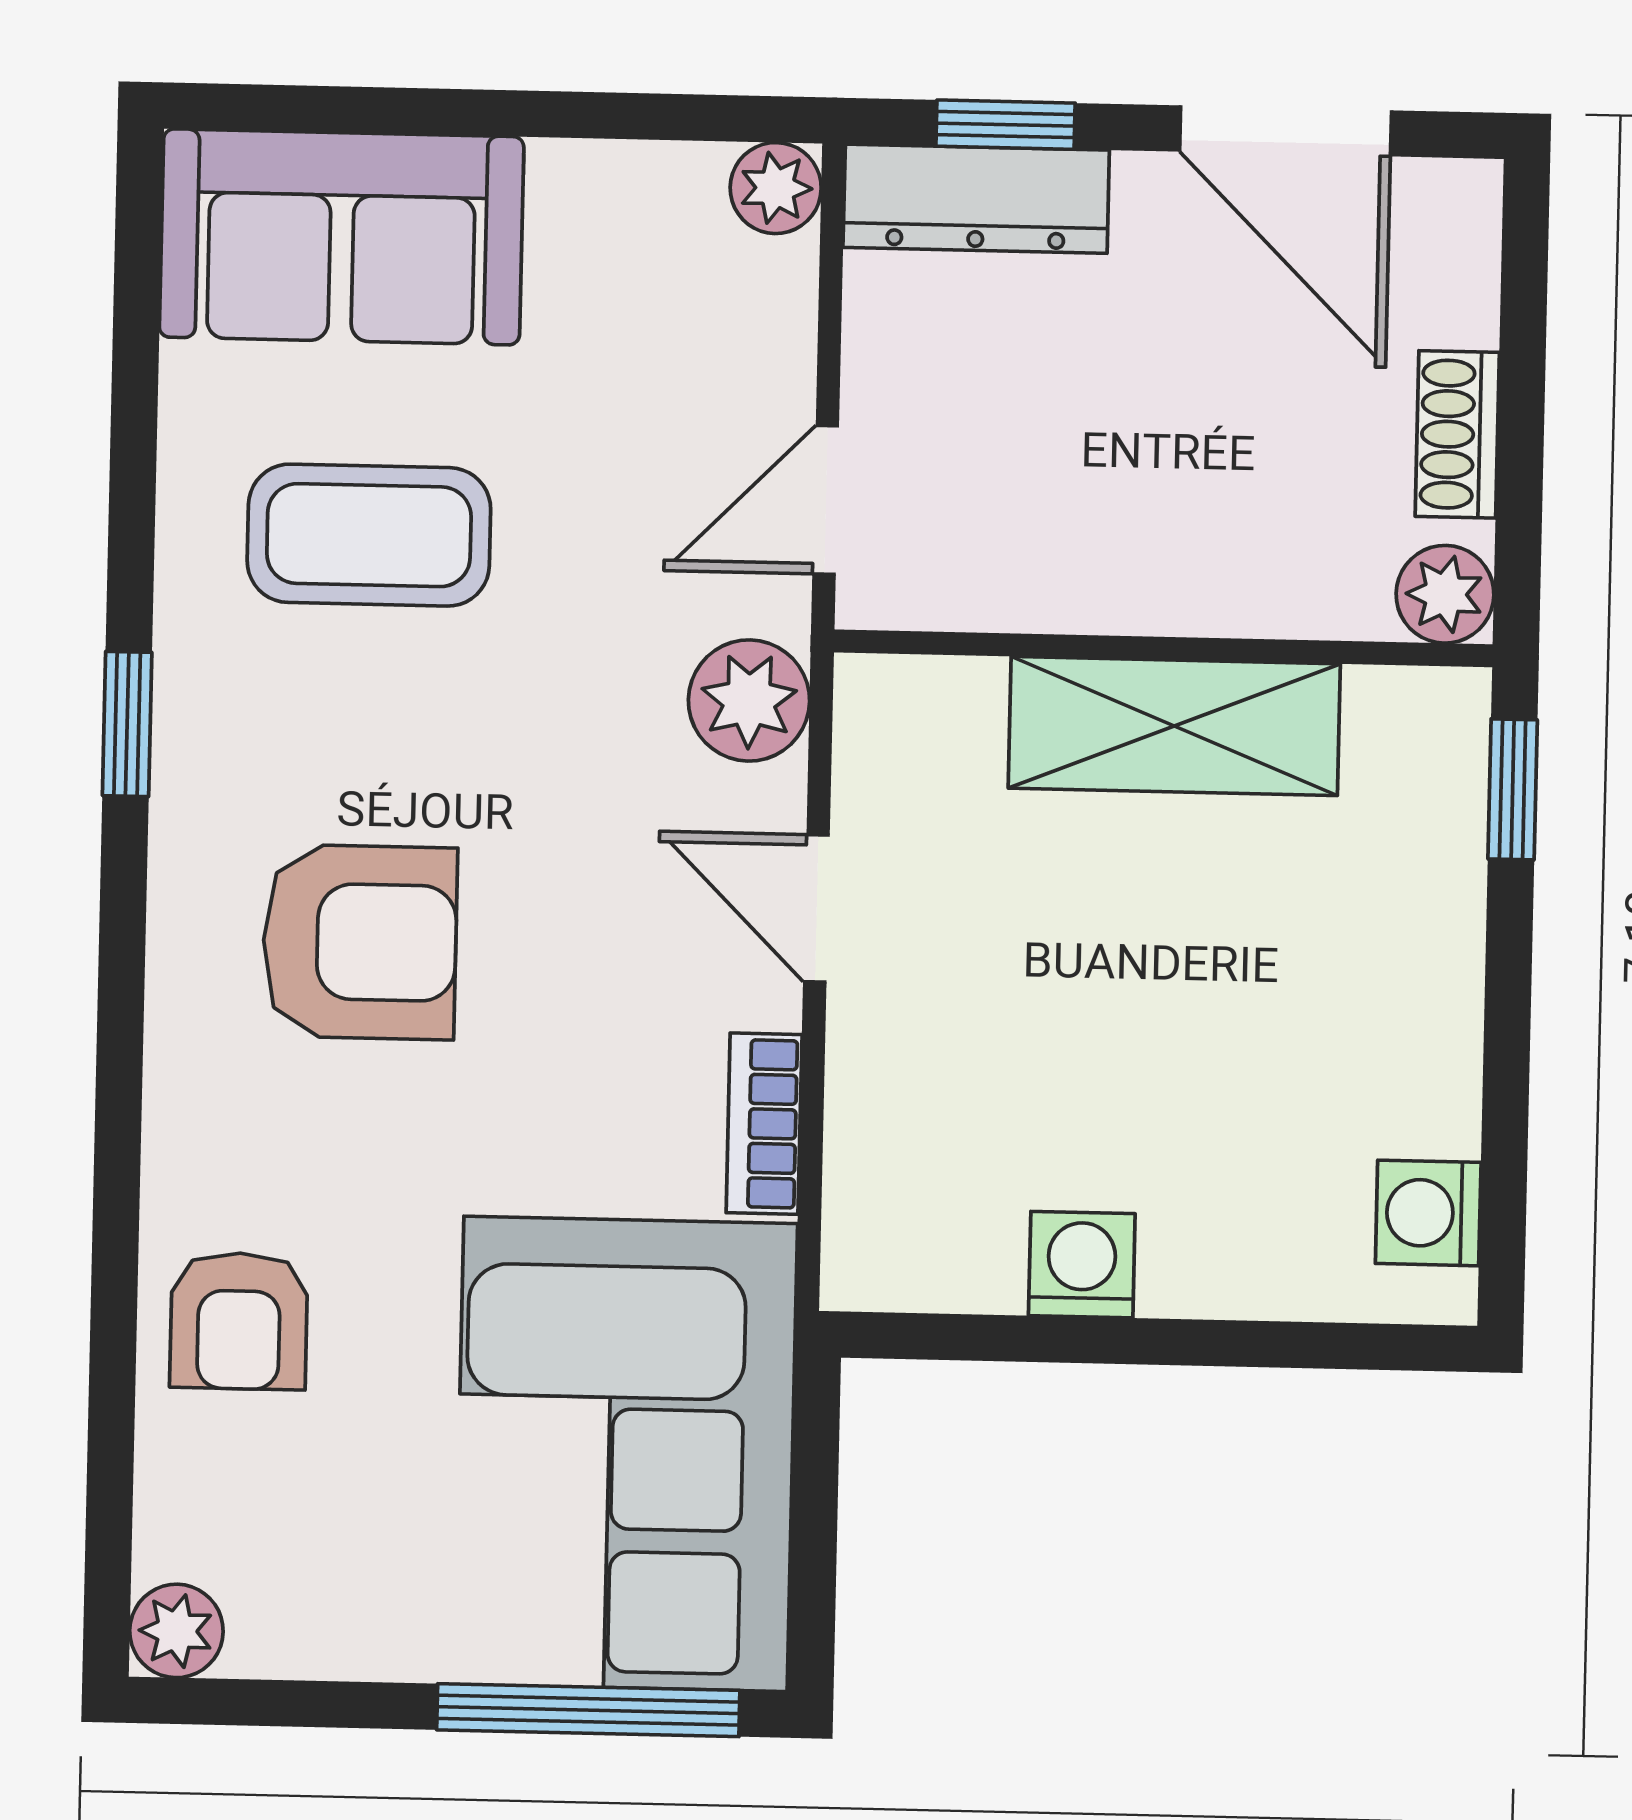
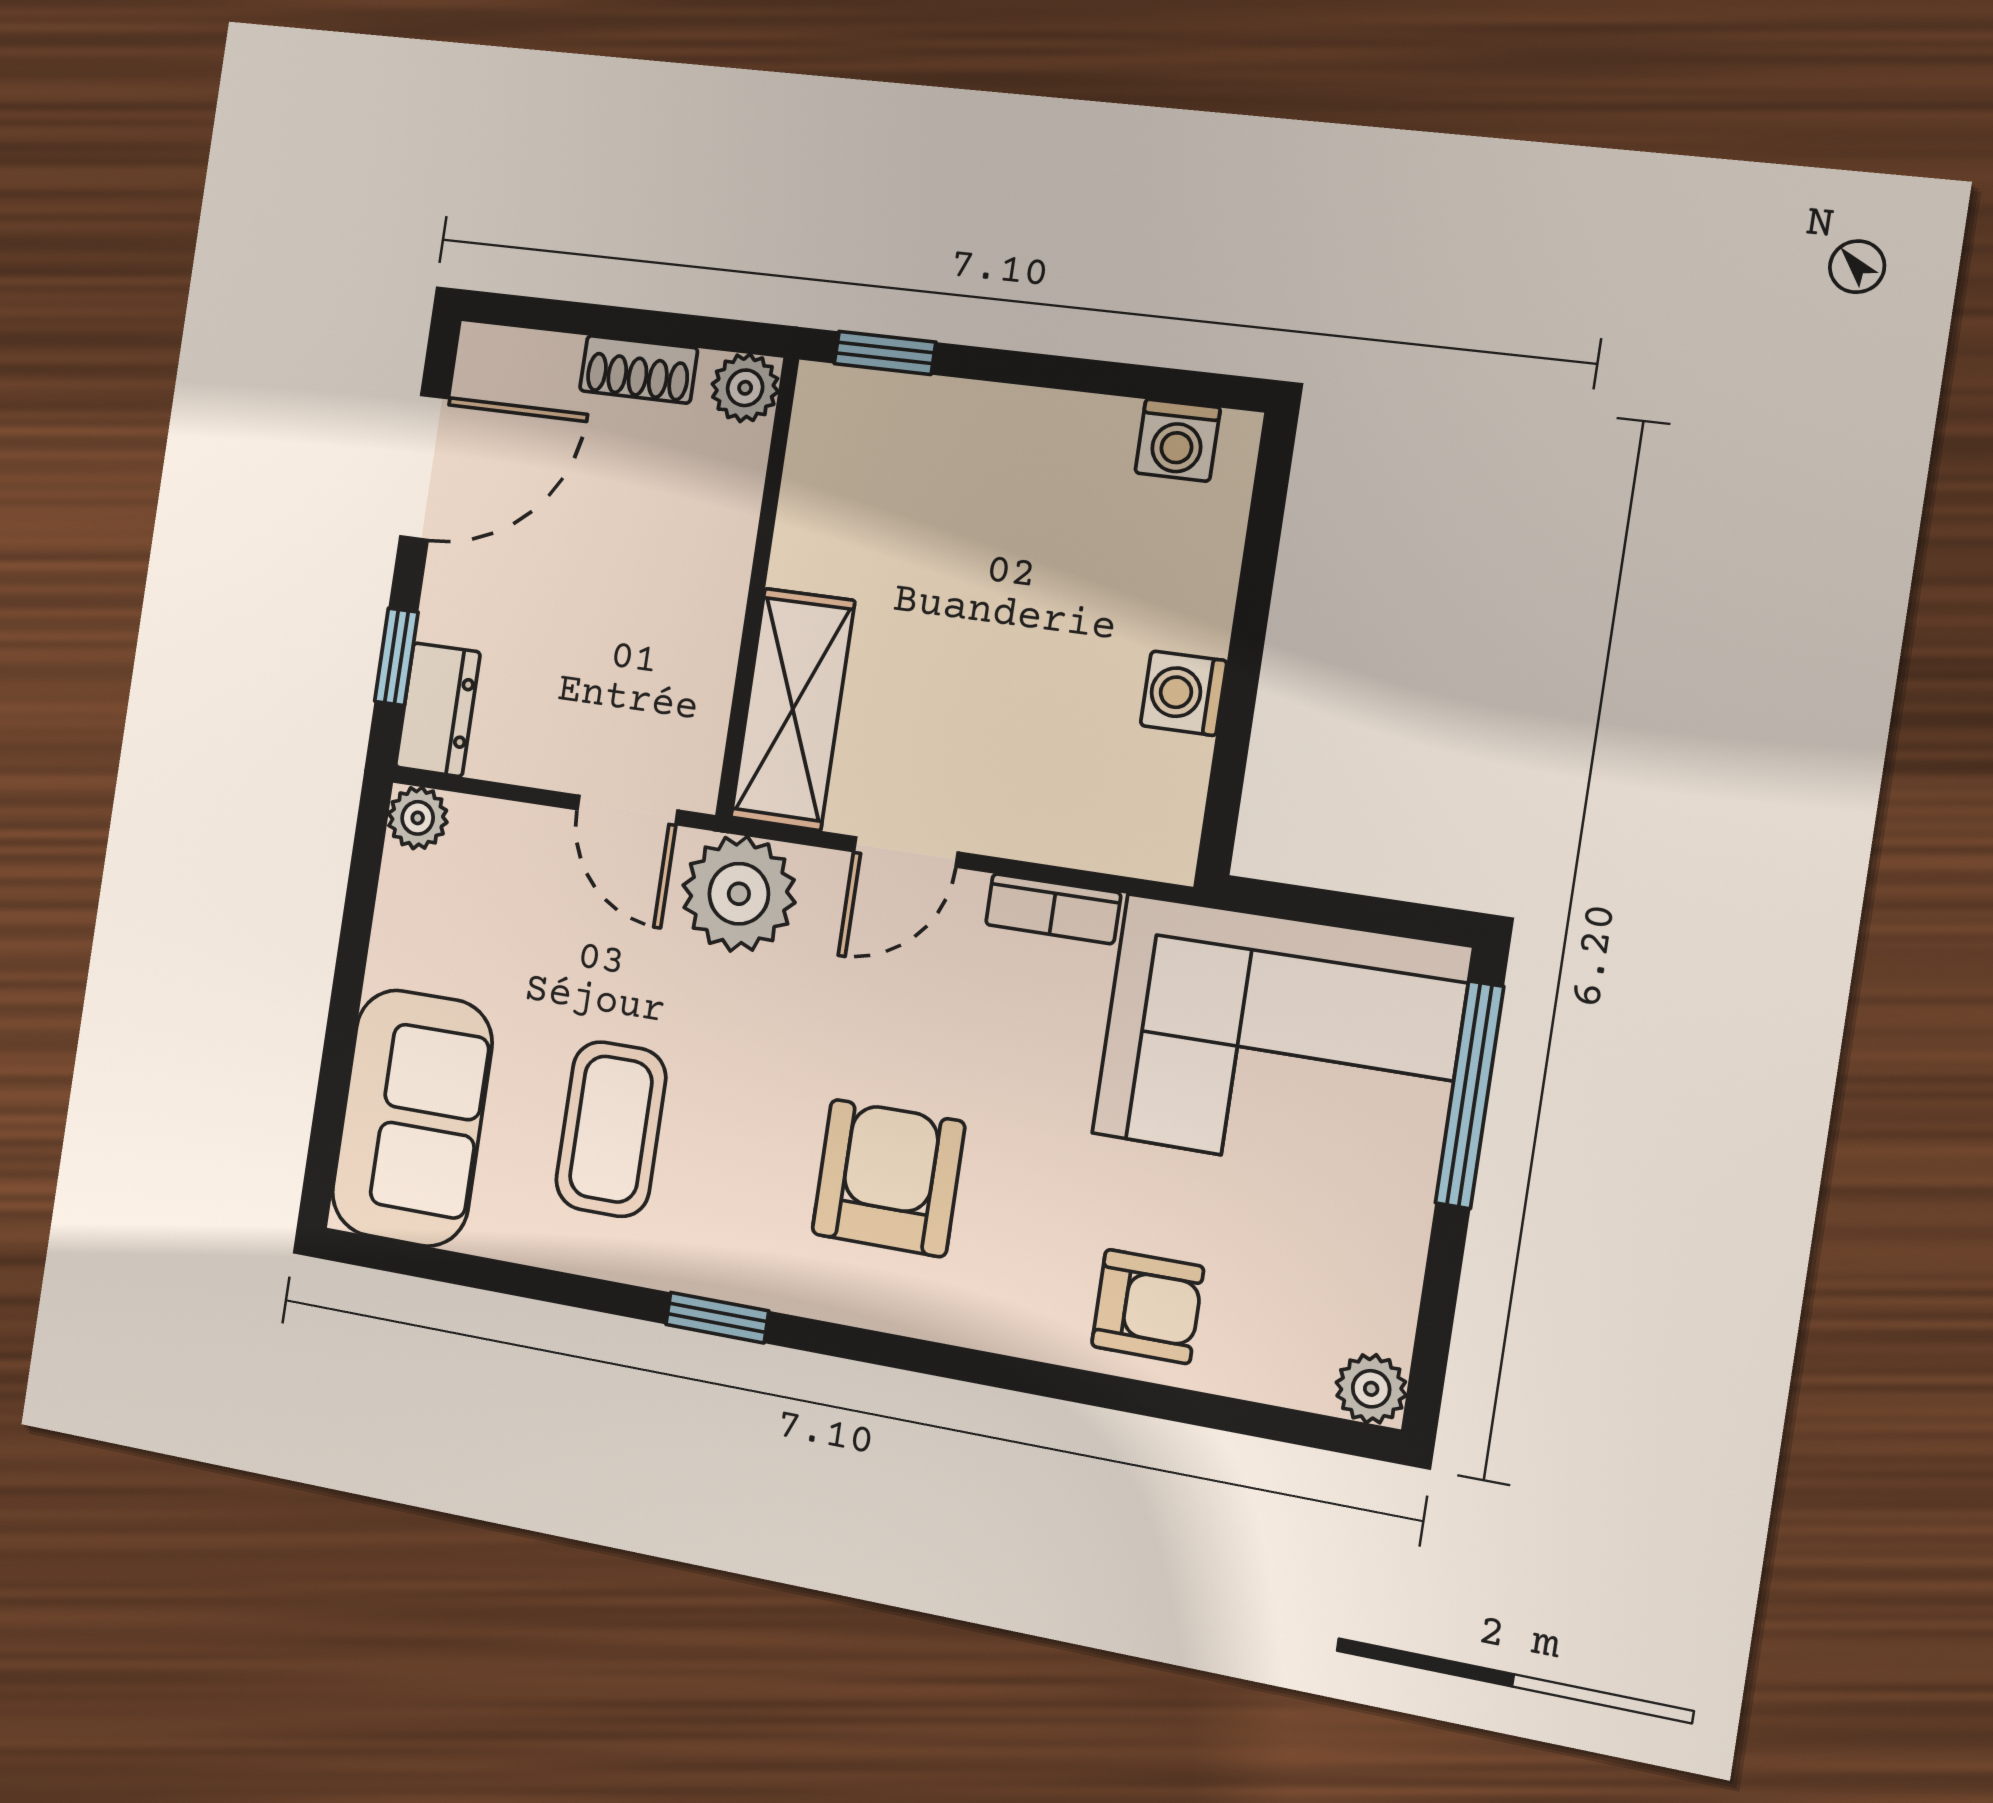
dresser: (976, 199) -> (438, 710), width x0.70
plant: (749, 701) -> (739, 894), width x1.36, depth x1.36
shelving: (1174, 726) -> (793, 709), moved

